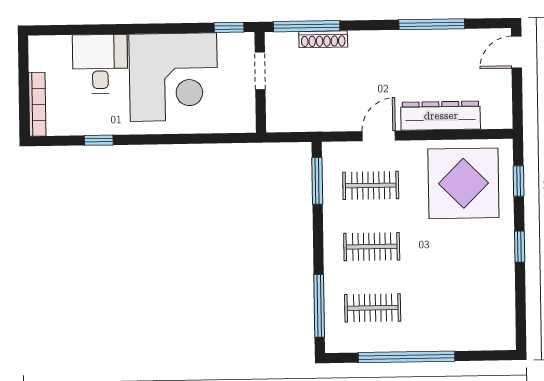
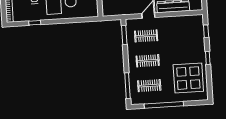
display table: (463, 183) -> (188, 78), moved

